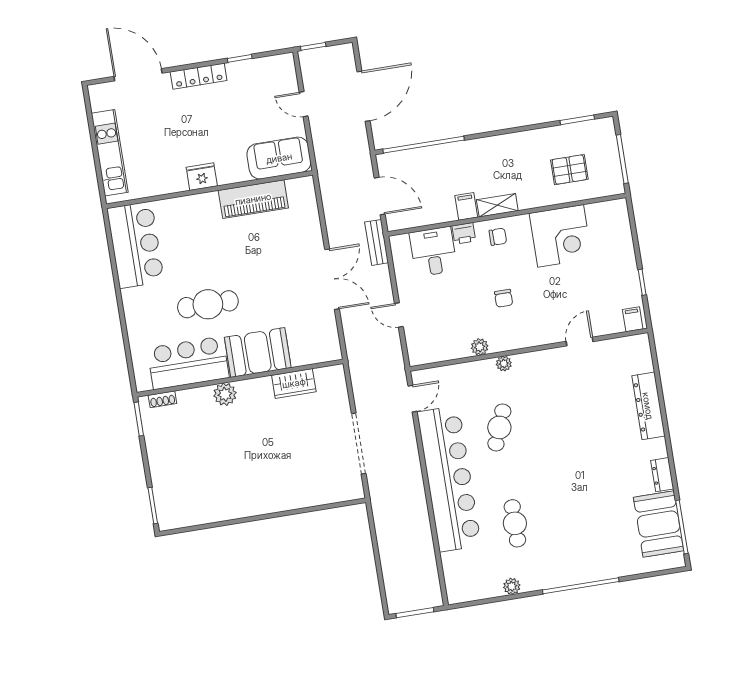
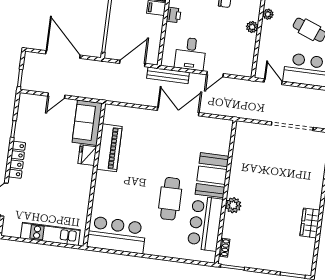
fridge: (202, 177) -> (87, 155), moved
bench: (377, 242) -> (168, 75), width x1.36
desk: (433, 252) -> (190, 54), moved, turned -90
wardrobe: (294, 383) -> (310, 223), moved, turned 180

